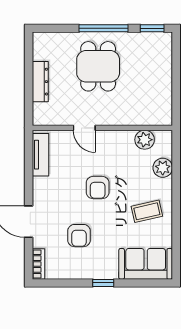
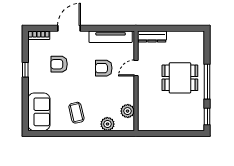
dresser: (40, 82) -> (152, 37), moved
tv unit: (41, 155) -> (111, 37), width x1.41
armchair: (98, 188) -> (104, 68), moved
window: (103, 283) -> (25, 70), moved

